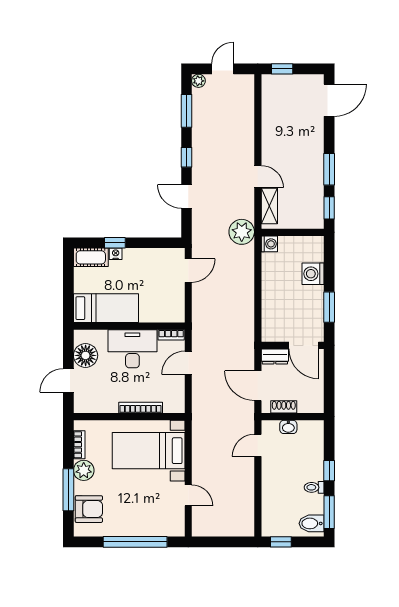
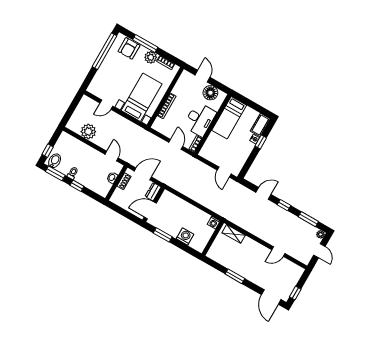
window: (282, 69) -> (295, 293), moved
door: (258, 177) -> (278, 252), moved
window: (329, 208) -> (215, 265), removed
plant: (242, 232) -> (88, 132), moved
window: (135, 542) -> (105, 51), moved
window: (281, 542) -> (48, 151), moved

